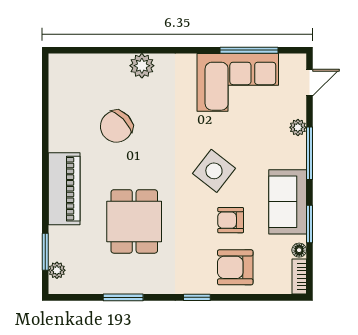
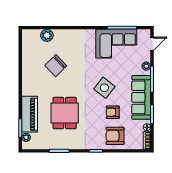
plant: (142, 66) -> (47, 35), moved
piano: (64, 189) -> (30, 114), moved
sofa: (288, 202) -> (141, 97), width x1.36

